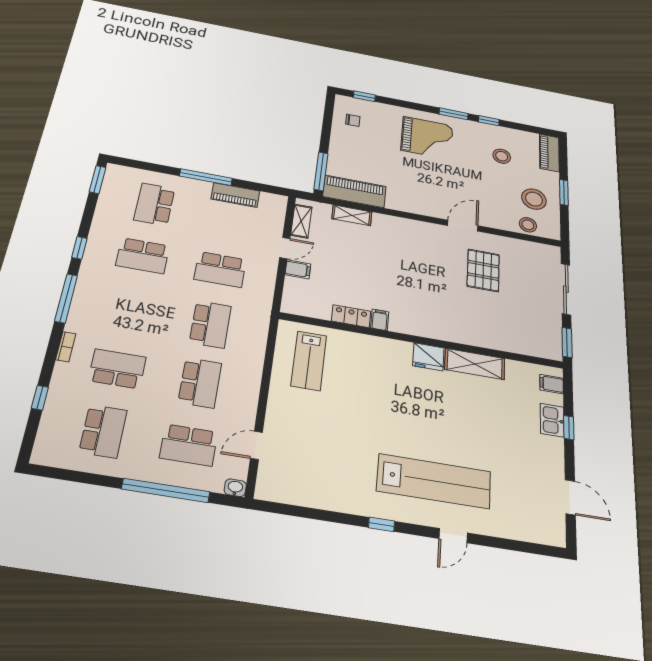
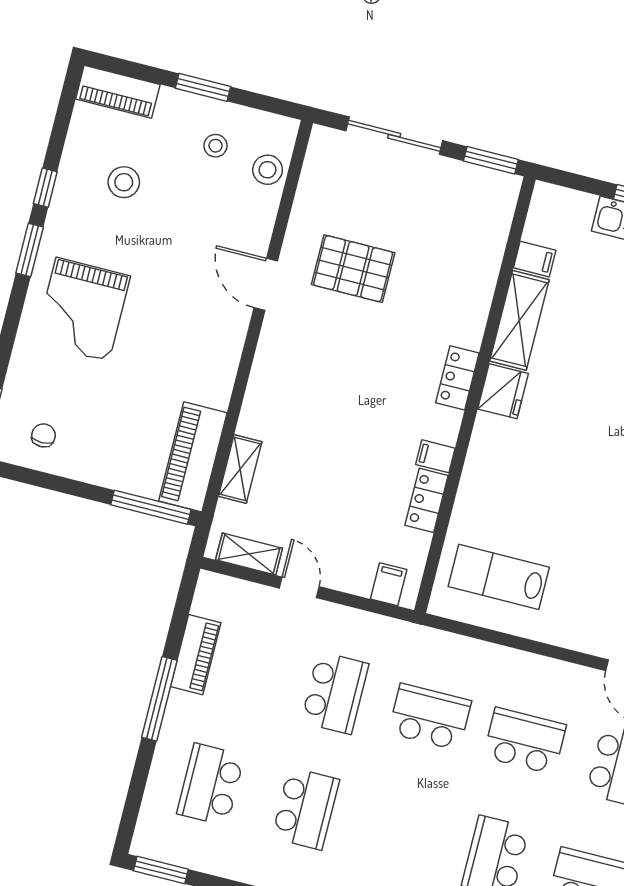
grand piano: (427, 138) -> (83, 309), turned 180
stool: (534, 199) -> (215, 146), width x0.53, depth x0.53
school desk: (154, 204) -> (211, 785), turned 90
filing cabinet: (298, 269) -> (389, 584), moved
locker: (431, 330) -> (457, 378), added
lab bench: (309, 361) -> (499, 577), turned 180
filing cabinet: (552, 384) -> (535, 259), moved, turned -90

